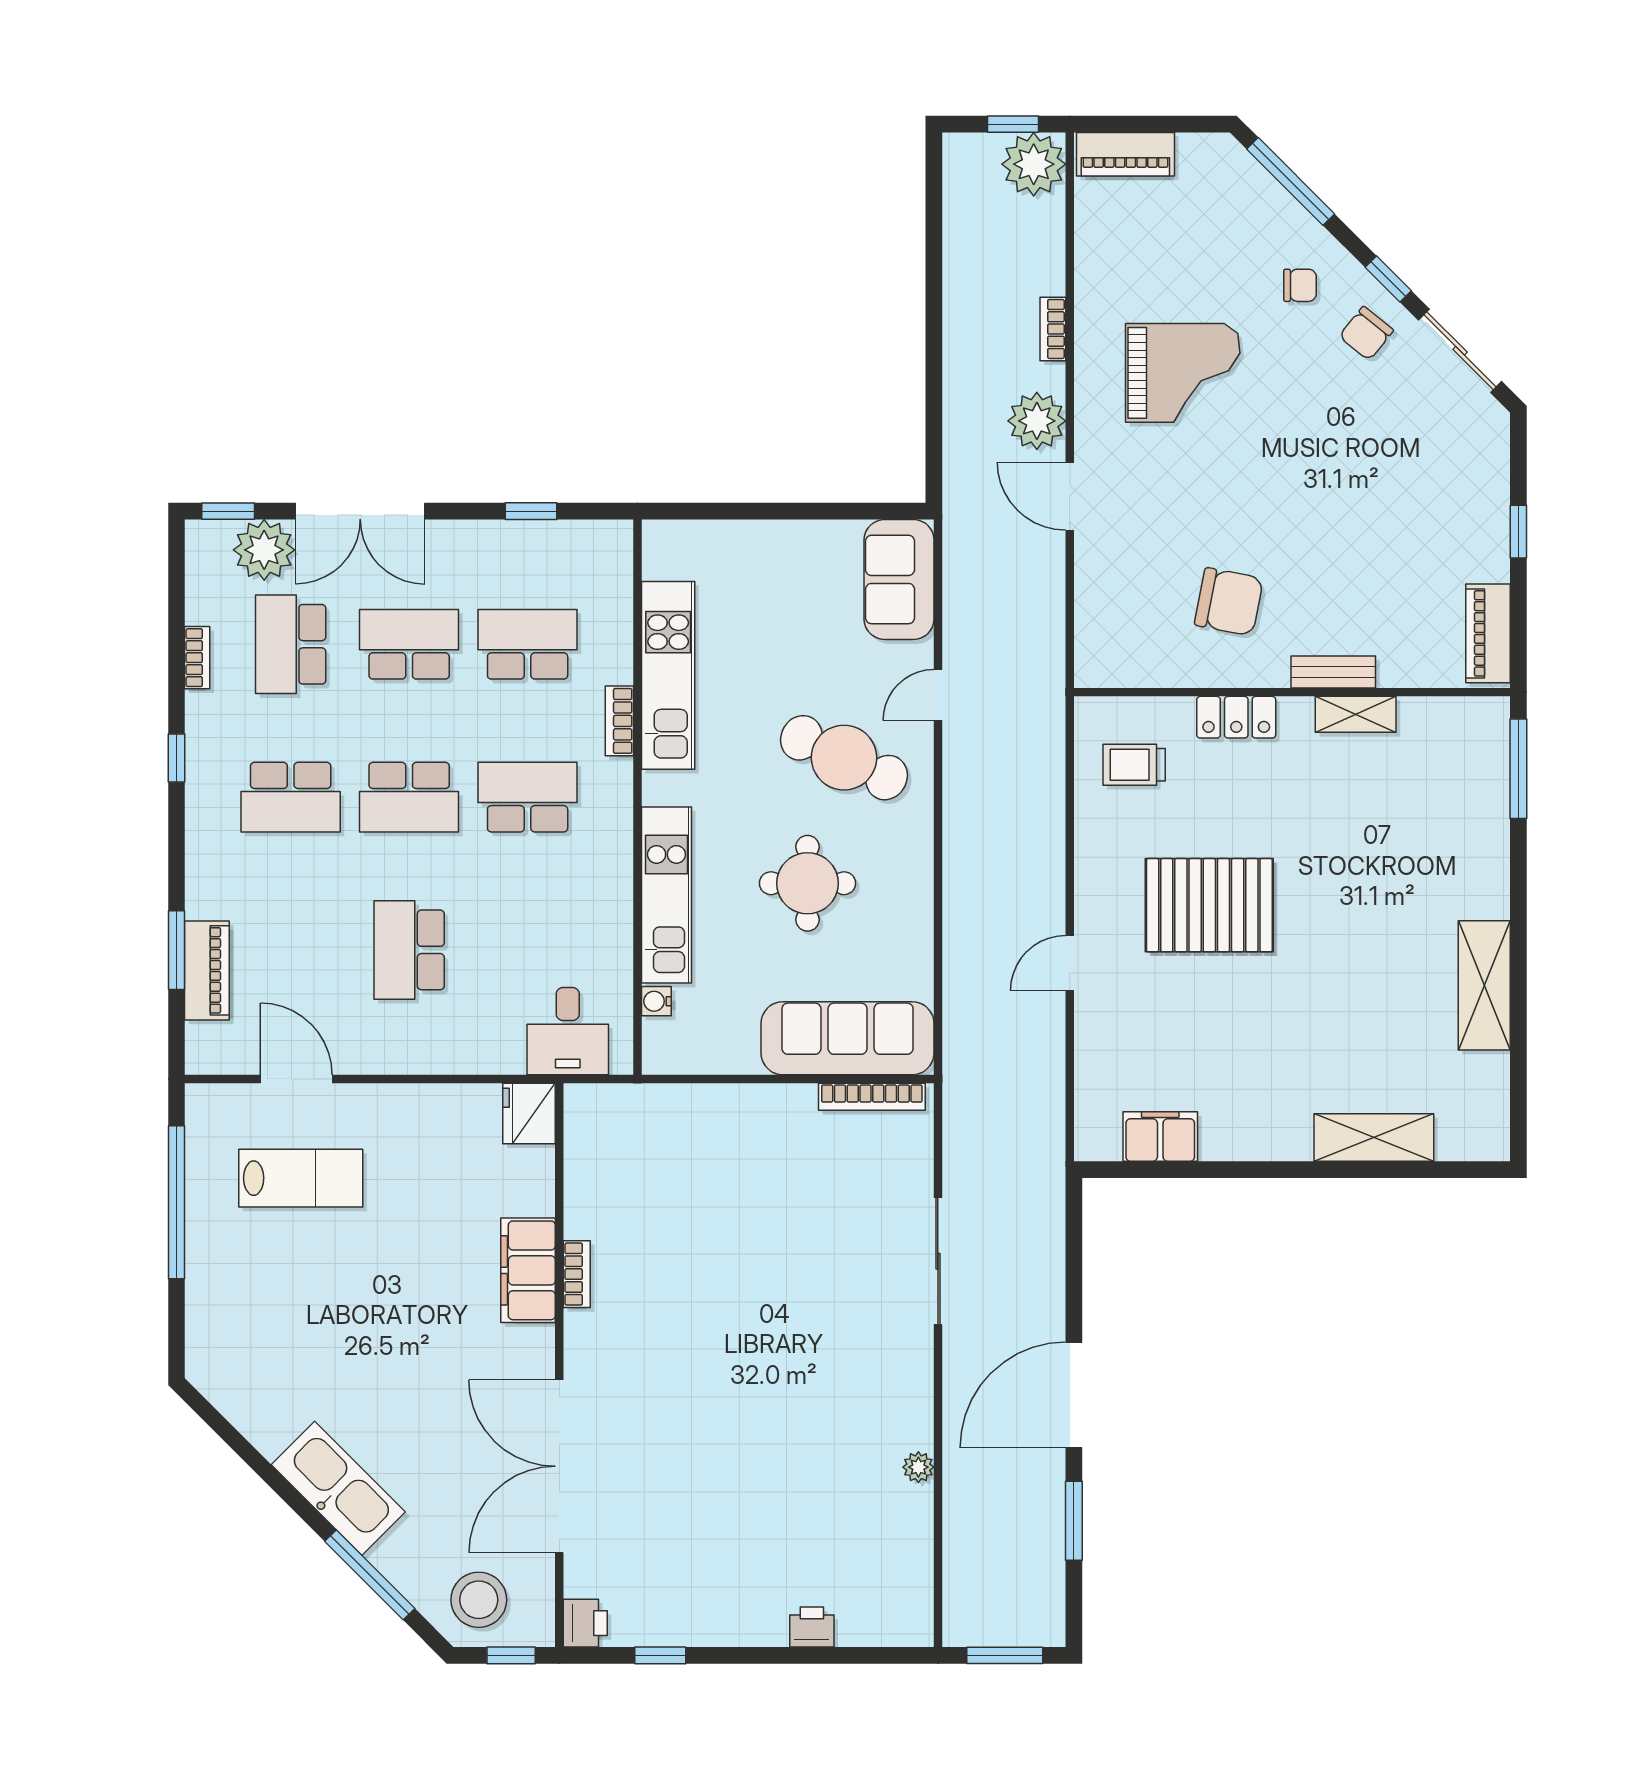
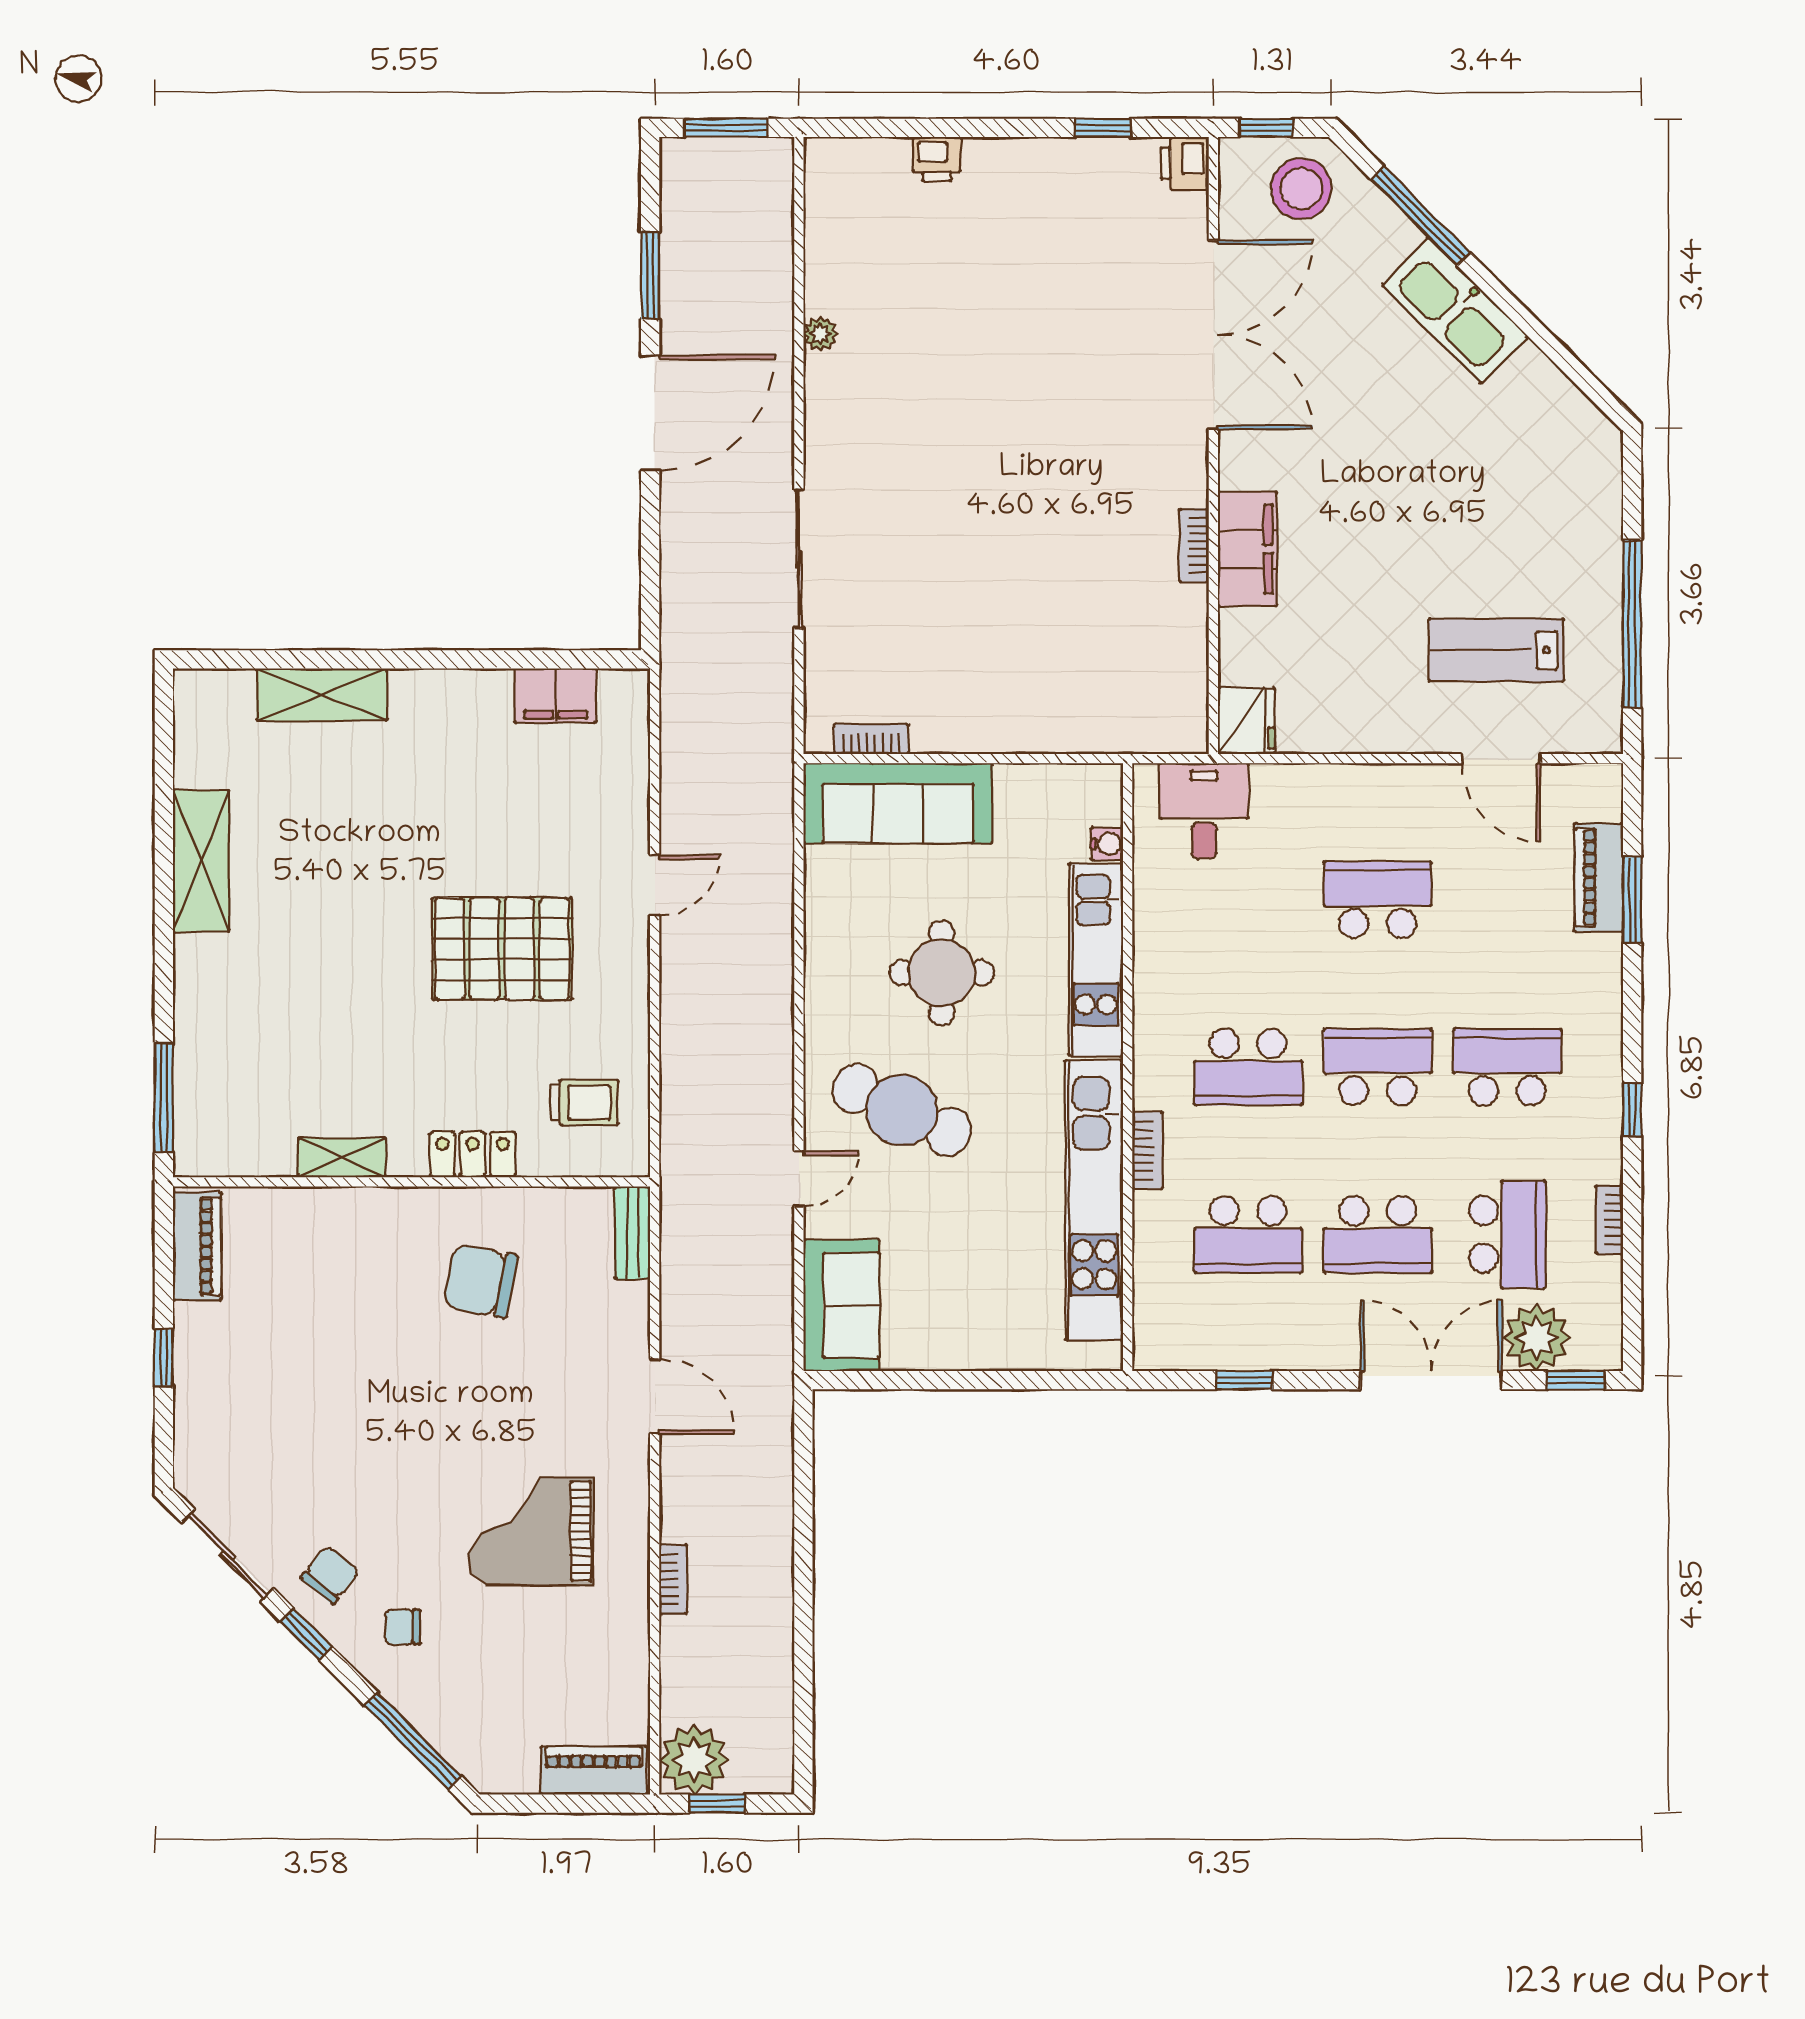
plant: (1037, 421) -> (691, 1479), removed
bench: (1333, 672) -> (633, 1233), moved, turned 90
kitchen unit: (668, 675) -> (1094, 1200), width x1.36
school desk: (409, 950) -> (1378, 900), turned -90
bookcase: (872, 1097) -> (871, 739), width x0.64

